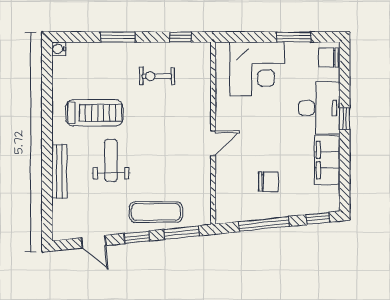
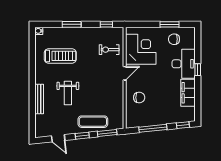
chair: (328, 57) -> (174, 39), moved
corner desk: (257, 69) -> (141, 49), moved, turned -90
exercise bike: (157, 76) -> (109, 50), moved
treadmill: (94, 113) -> (60, 56), moved
door: (213, 143) -> (125, 73), moved
weight bench: (111, 160) -> (68, 93), turned 180
chair: (268, 182) -> (139, 98), moved

